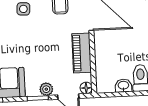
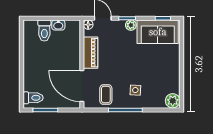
plant: (46, 89) -> (131, 25), moved

